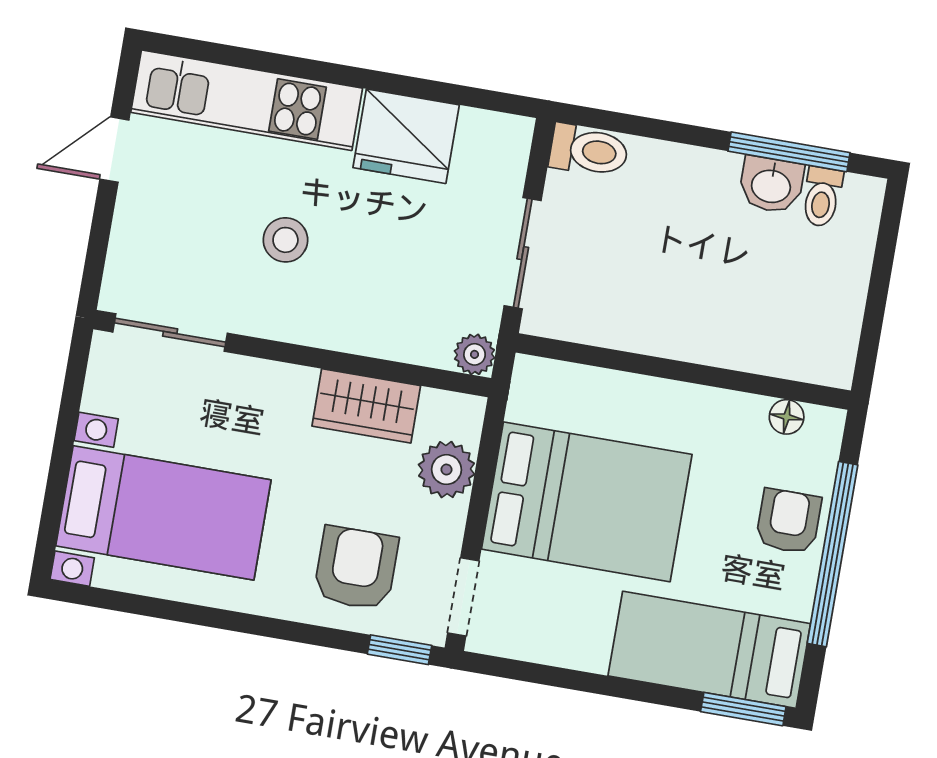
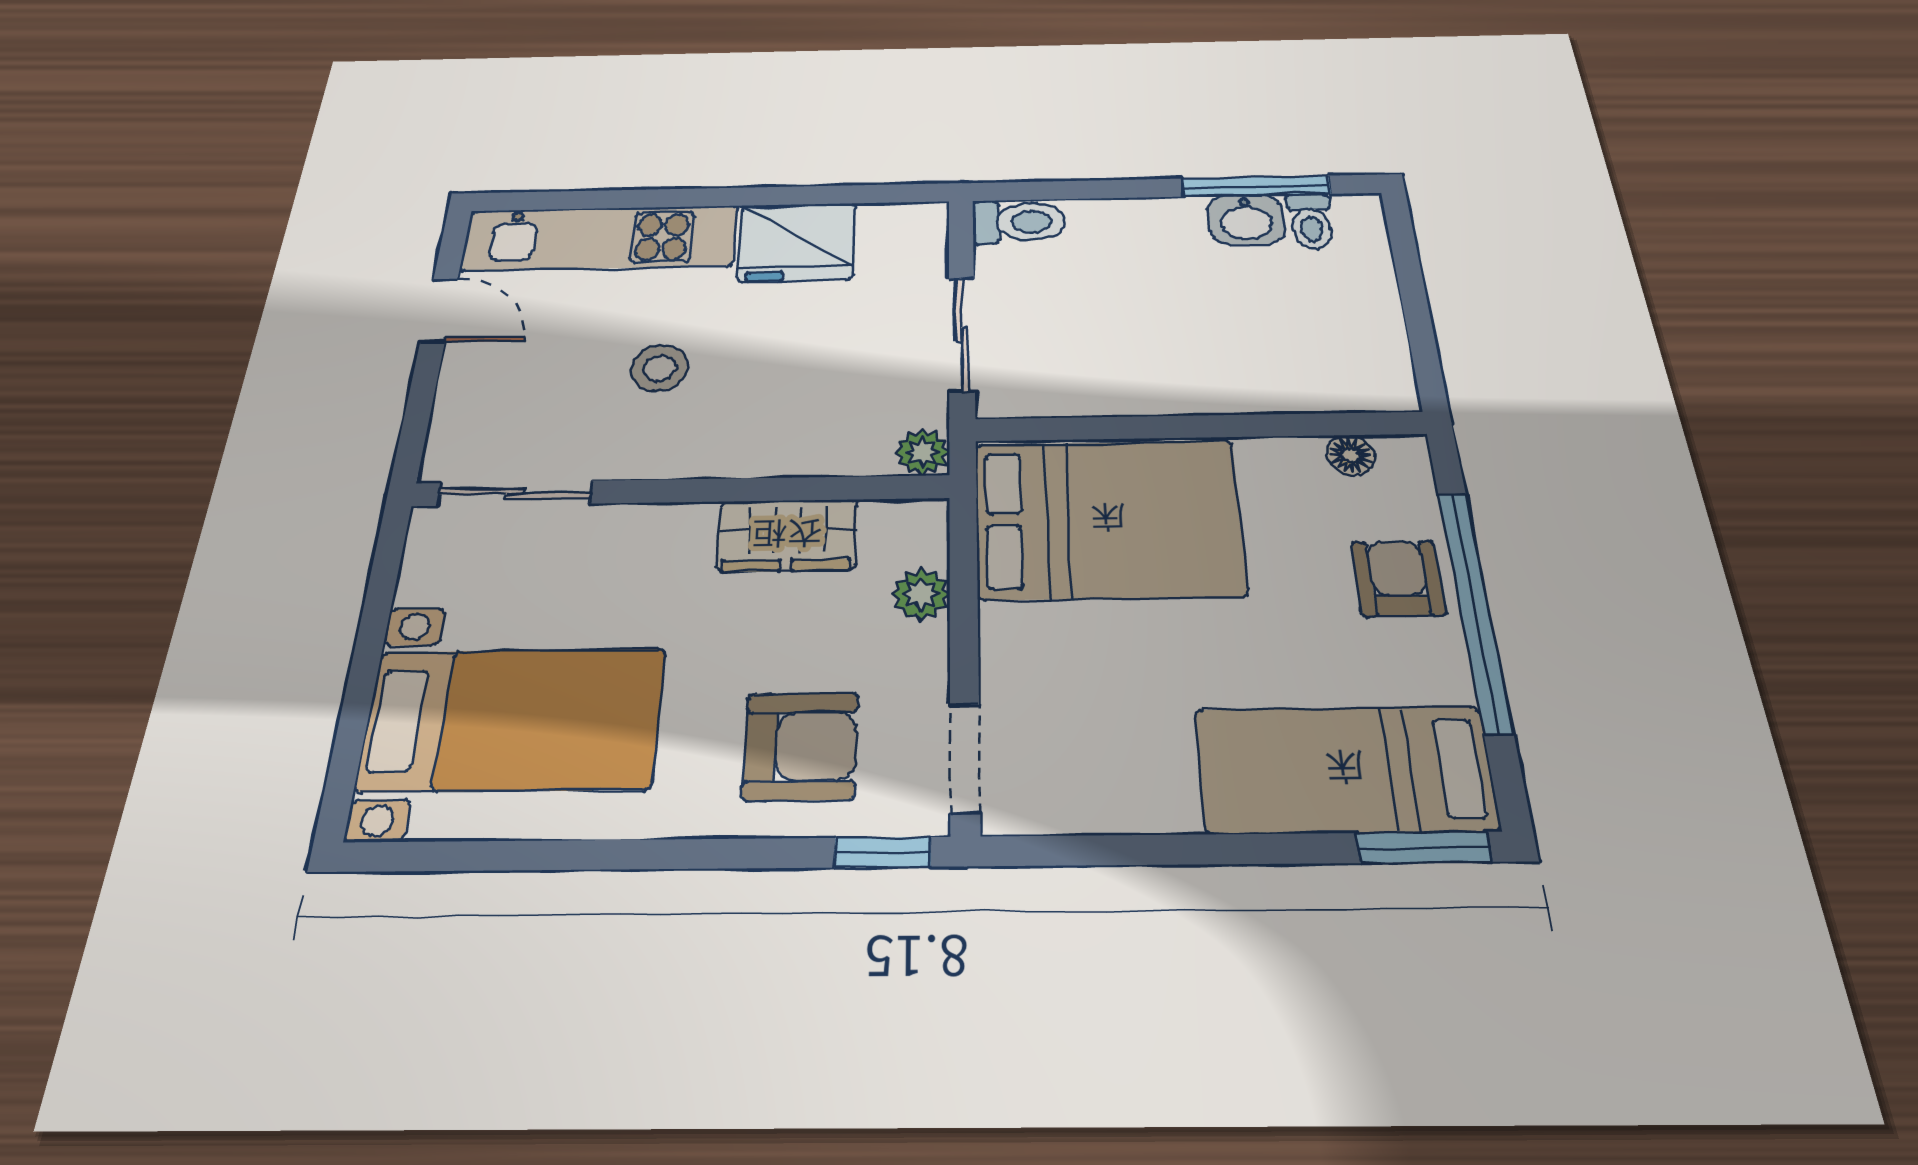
door: (114, 150) -> (439, 310), swing flipped
plant: (446, 470) -> (921, 594), width x0.73, depth x0.73
bed: (587, 502) -> (1108, 519), moved
armchair: (356, 568) -> (801, 746), turned 90

